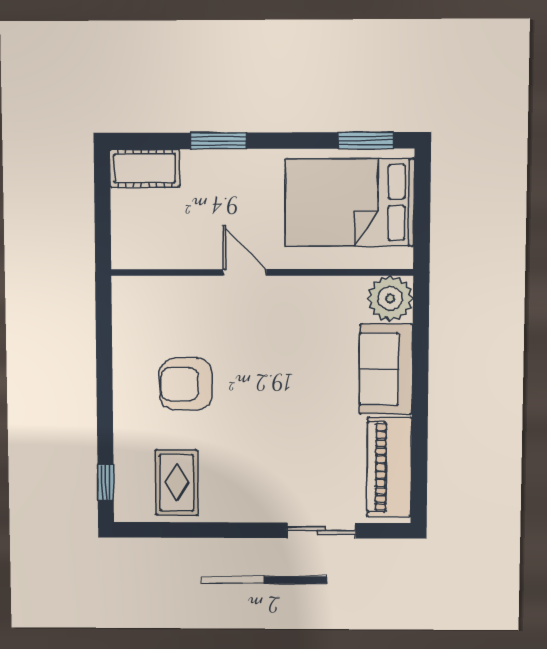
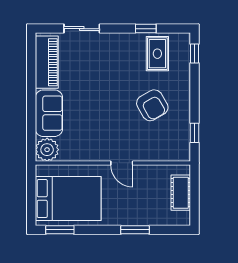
cot: (145, 168) -> (181, 193), moved, turned 90
window: (104, 331) -> (195, 133), added
armchair: (186, 384) -> (152, 105), turned 60
window: (199, 530) -> (146, 29), added

